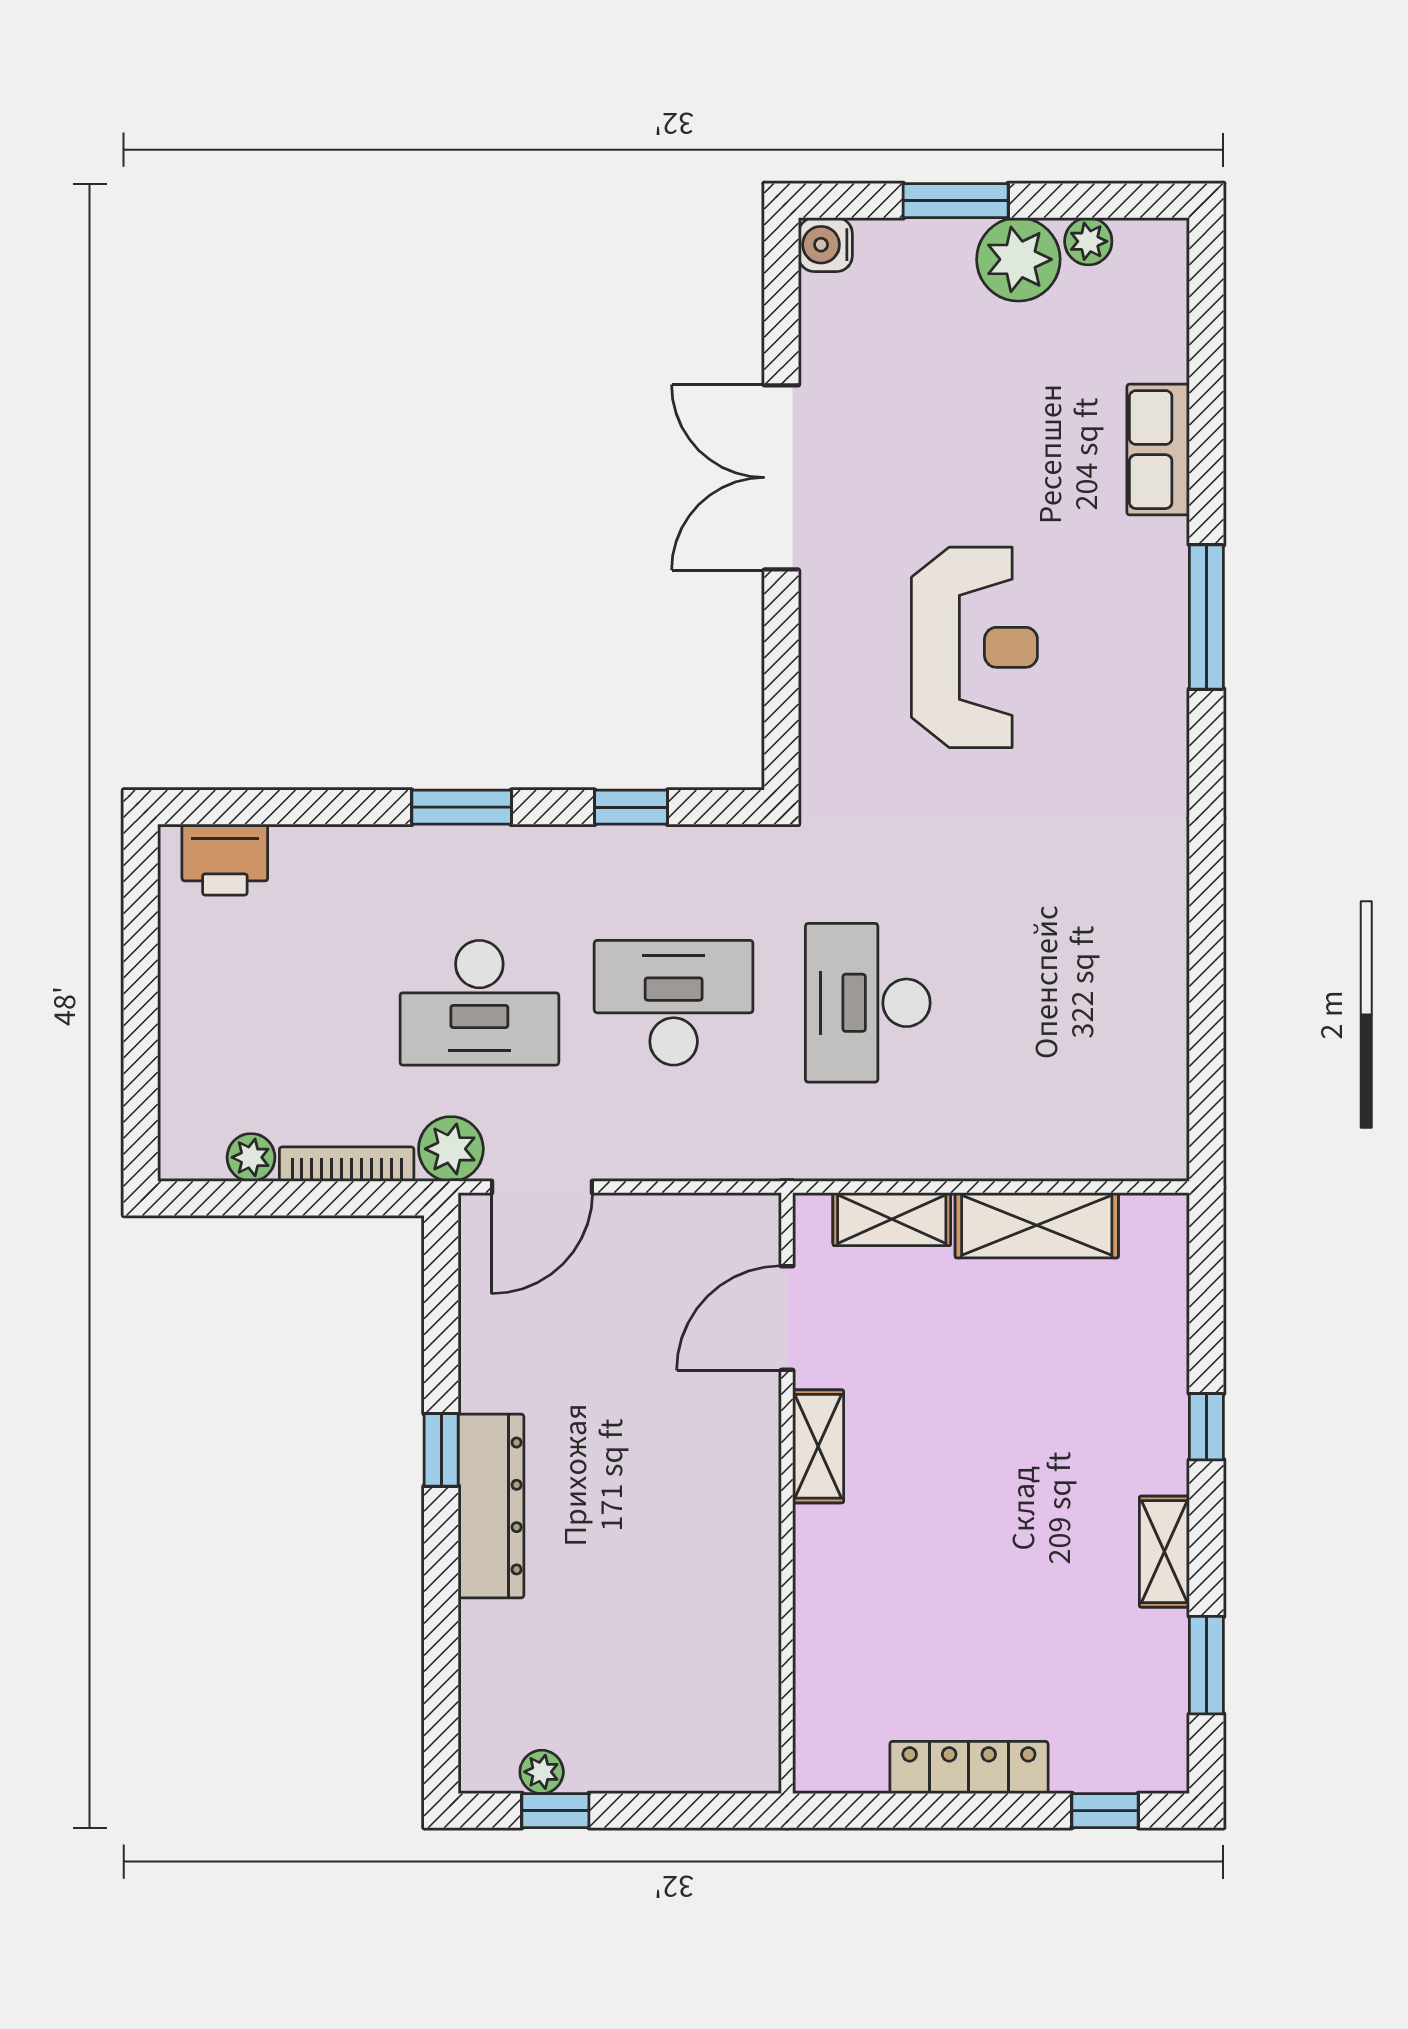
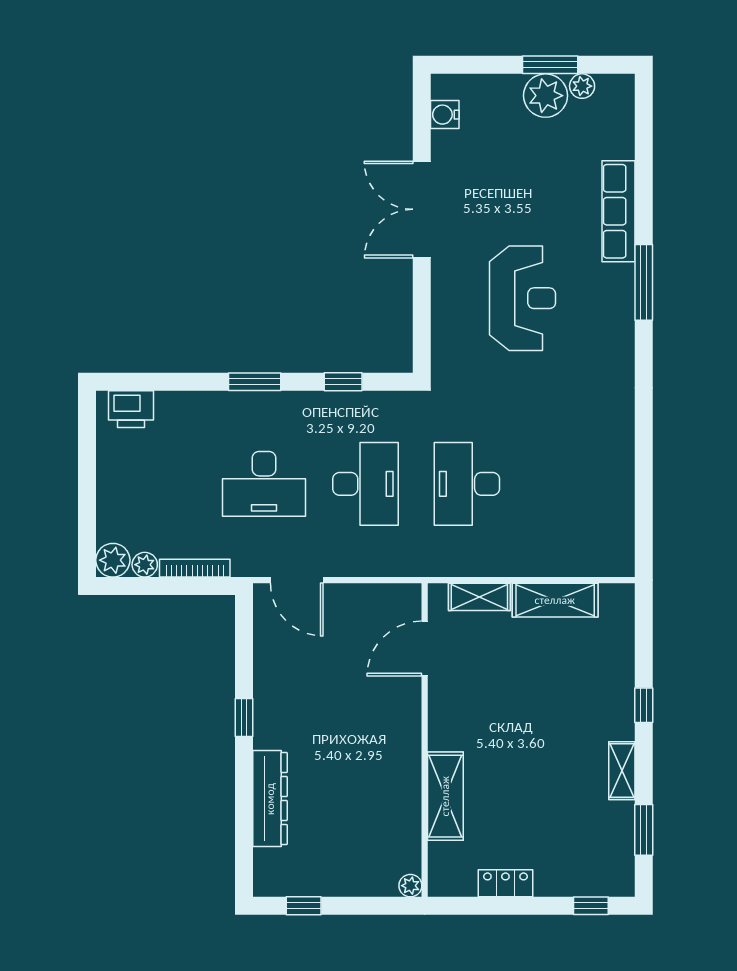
window: (956, 201) -> (550, 65), moved
water cooler: (825, 245) -> (445, 115), moved
row of seats: (1158, 450) -> (619, 211), width x1.48
desk: (674, 1003) -> (365, 484), turned 90
plant: (451, 1149) -> (113, 560), moved
door: (542, 1187) -> (297, 580), hinge flipped
shelving: (818, 1446) -> (445, 796), moved, width x1.50, depth x1.33
dresser: (491, 1506) -> (270, 799), moved
locker: (969, 1767) -> (505, 883), width x0.66
plant: (542, 1772) -> (410, 886), moved

